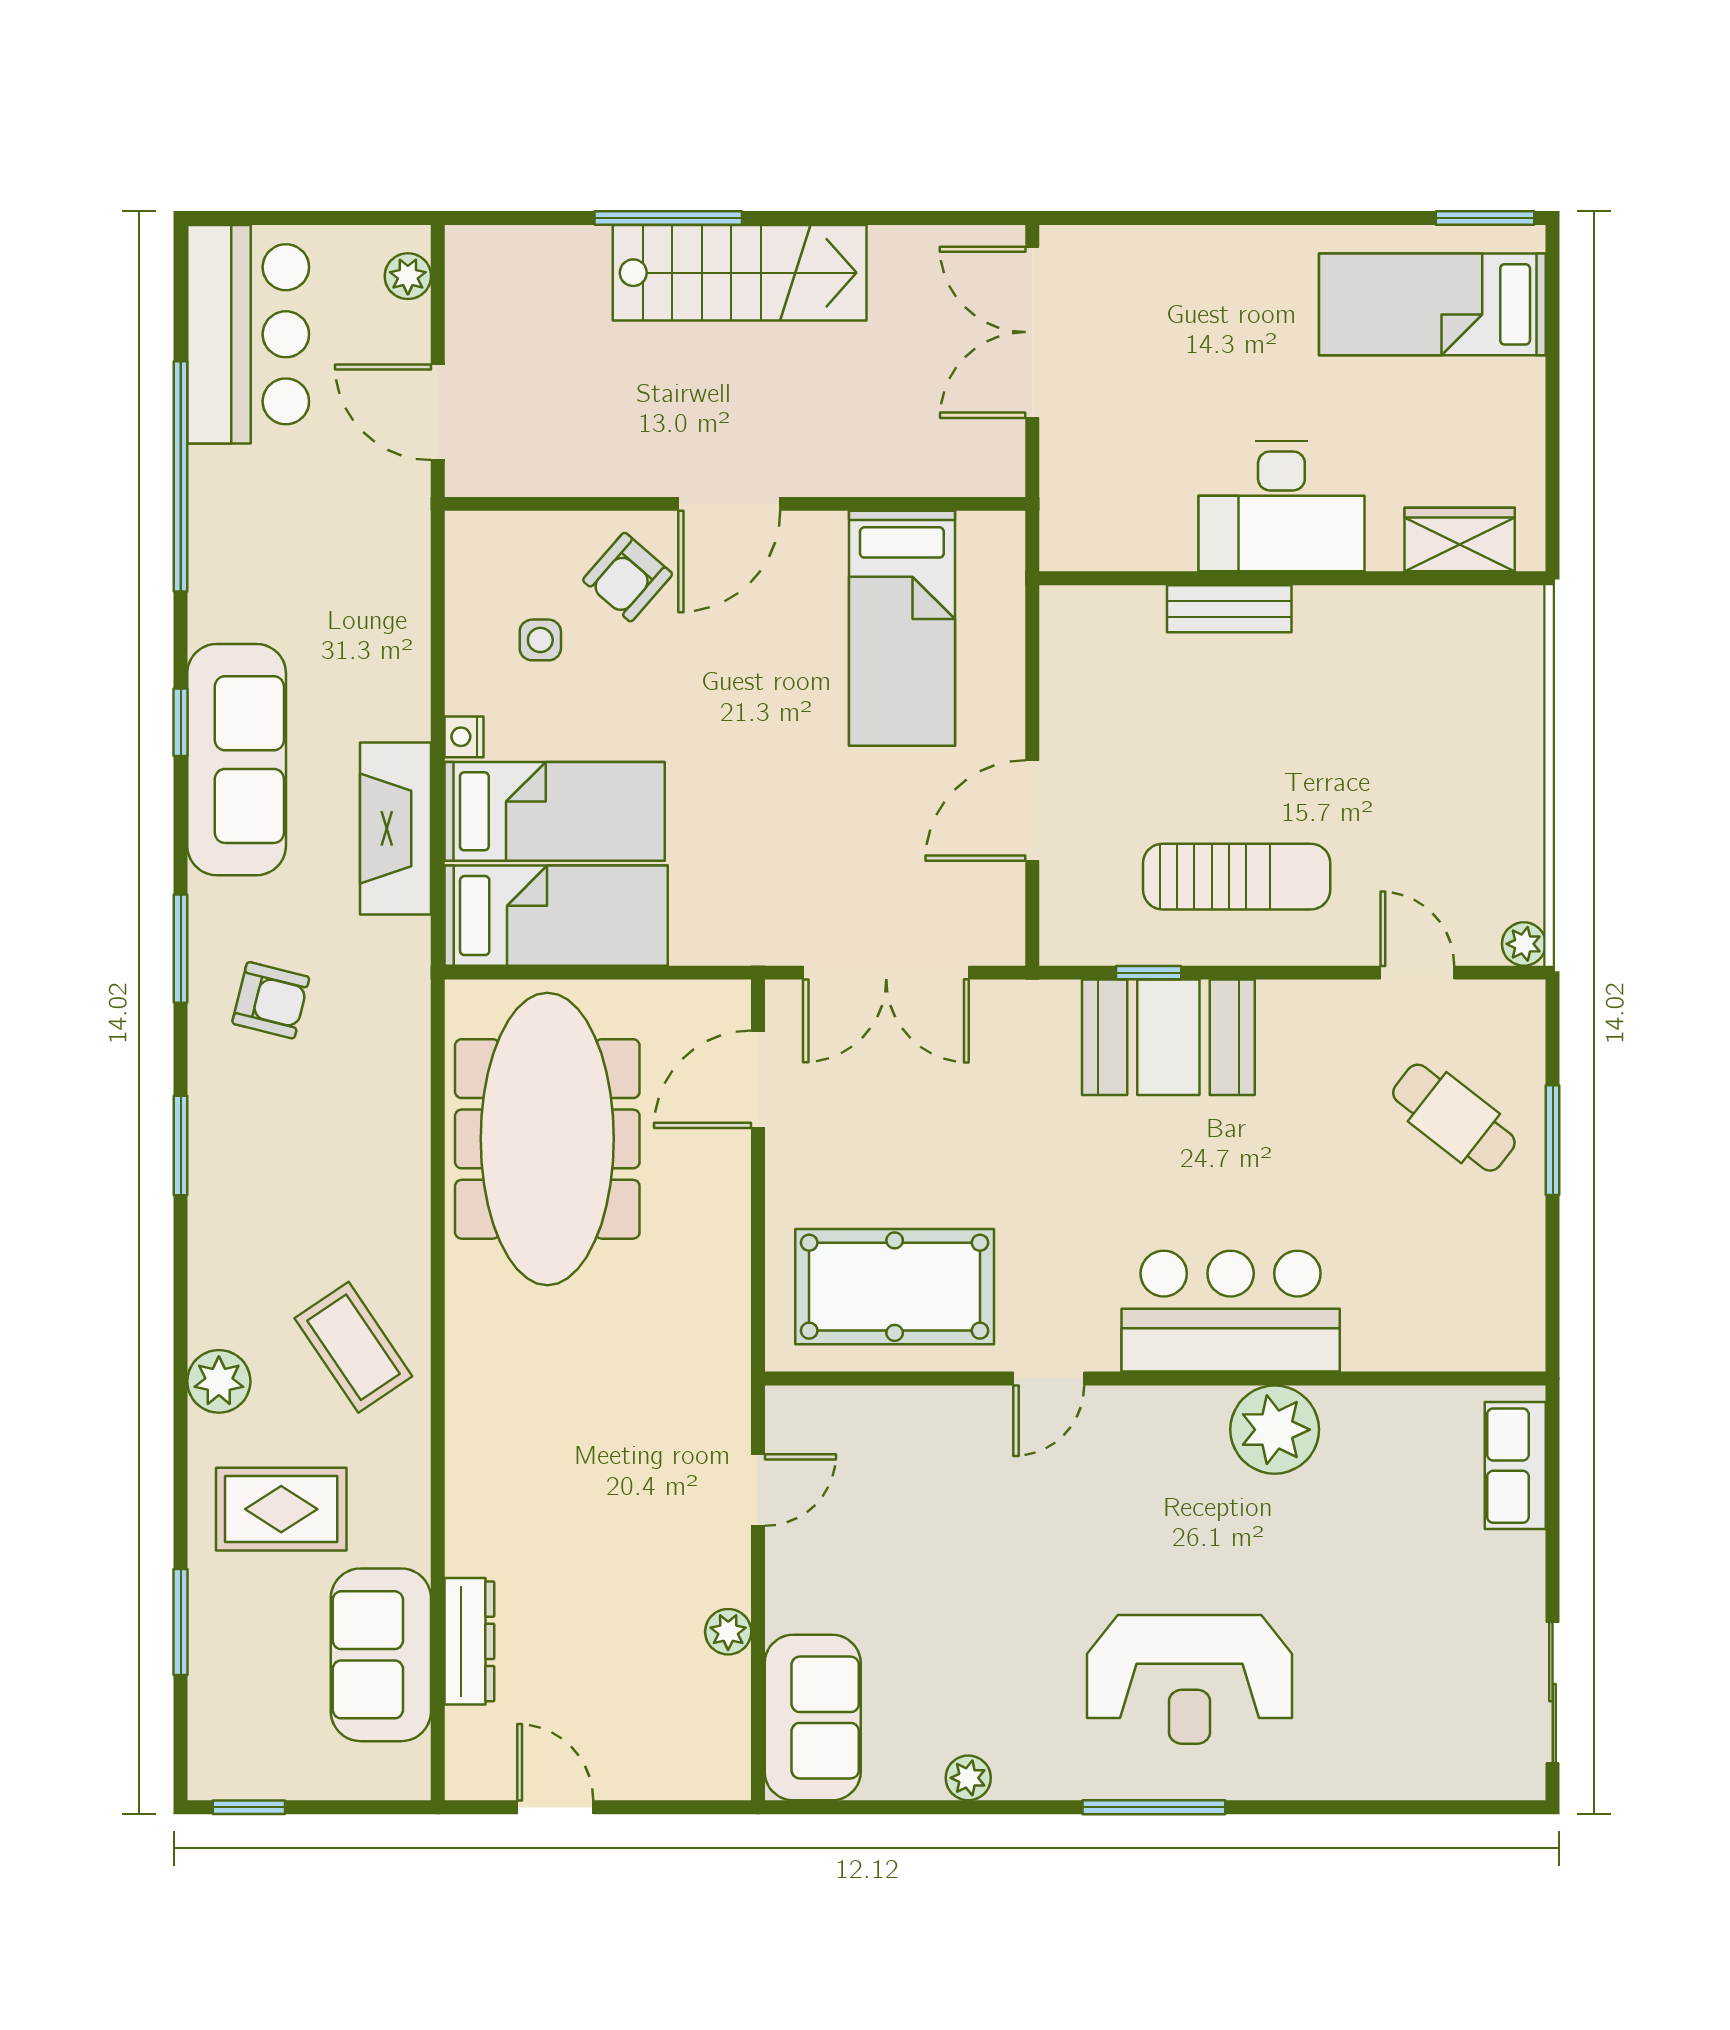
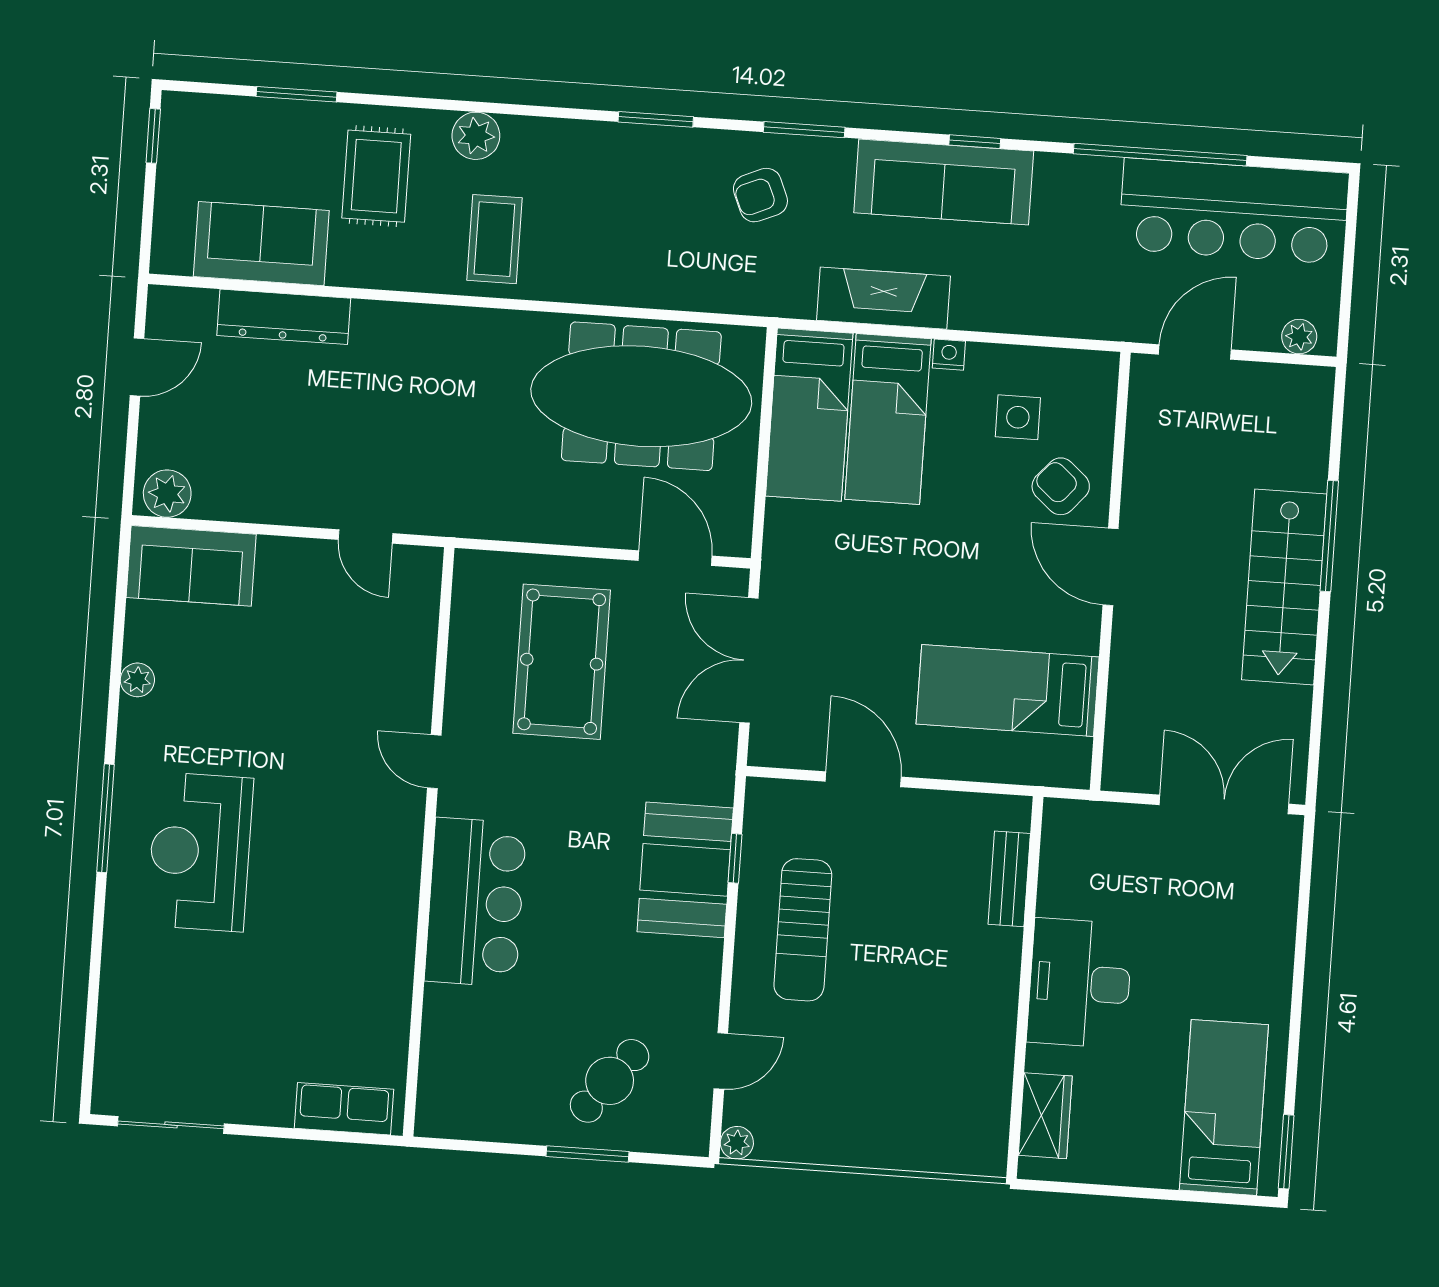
bar counter: (248, 334) -> (1234, 211), width x1.36
bench: (1229, 609) -> (1009, 879), moved
side table: (540, 640) -> (1018, 417), width x1.37, depth x1.37
armchair: (271, 1000) -> (760, 195), turned 53
pool table: (895, 1287) -> (562, 662), moved
coffee table: (353, 1347) -> (494, 239), turned -56
plant: (1275, 1430) -> (384, 929), removed
plant: (728, 1632) -> (167, 494), moved, width x1.38, depth x1.38
dresser: (469, 1641) -> (284, 317), width x1.37, depth x1.24

